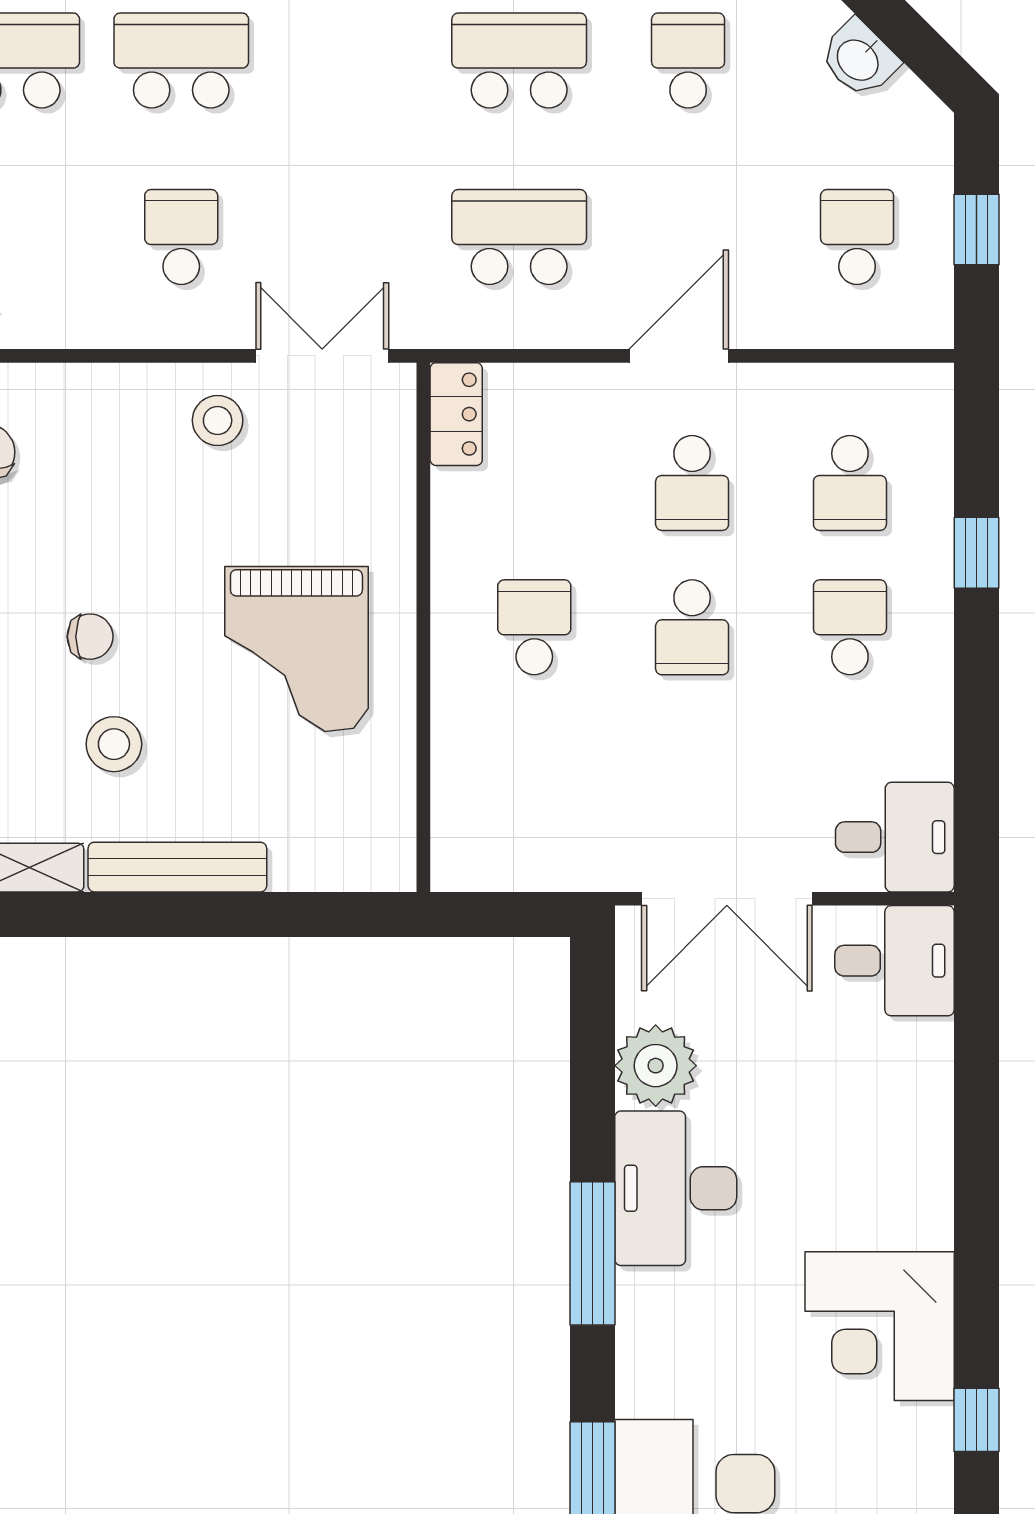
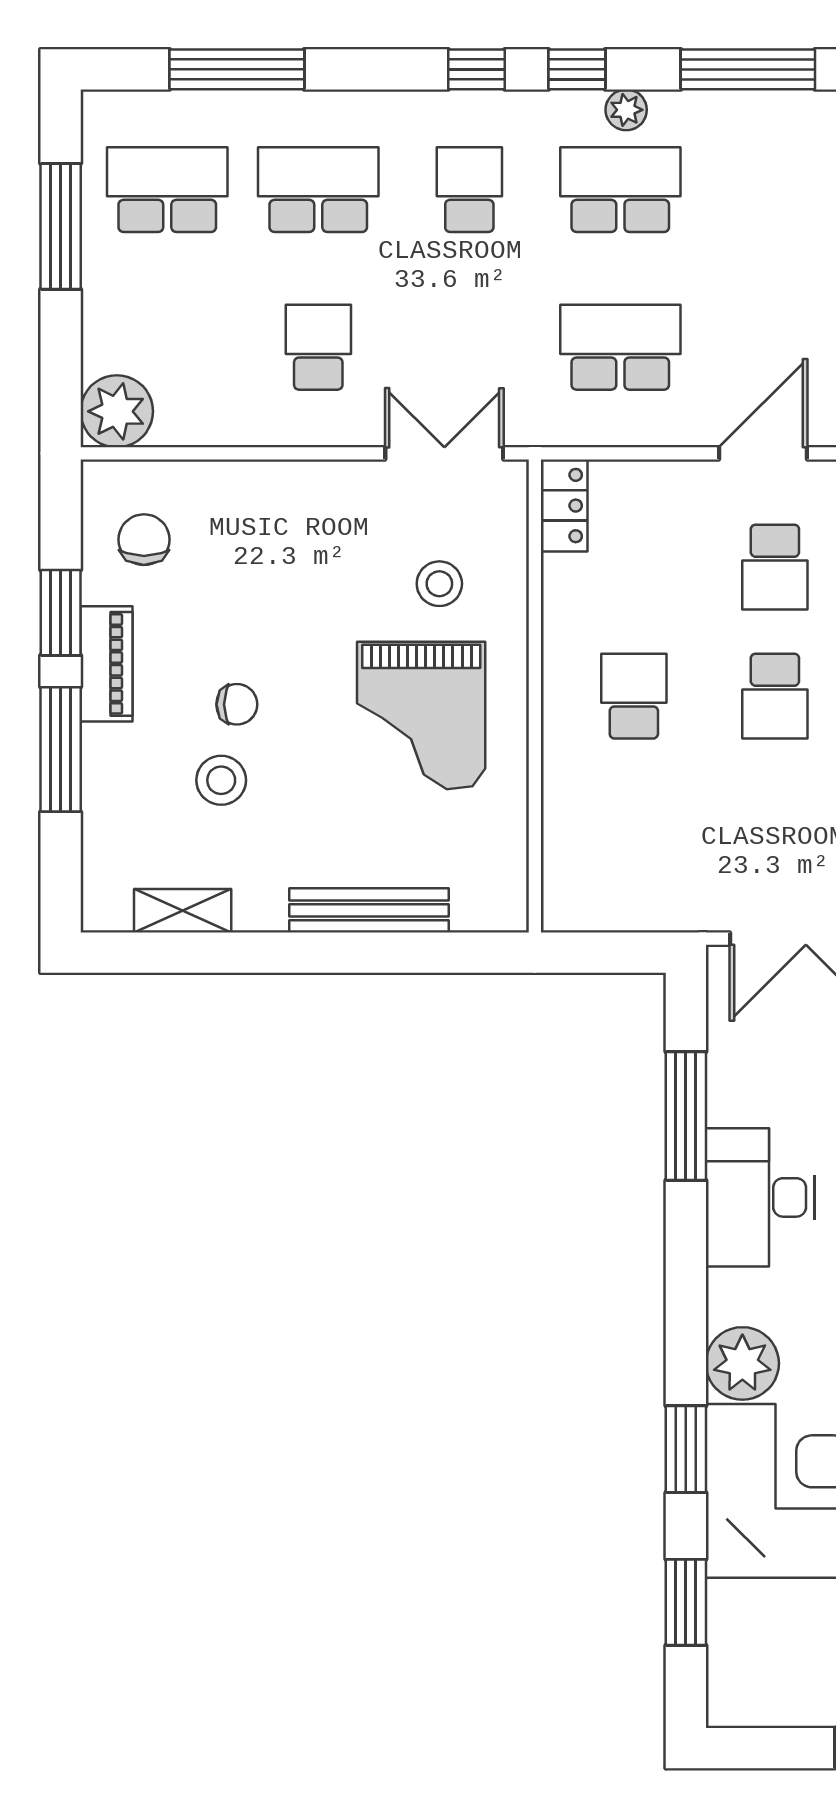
school desk: (688, 61) -> (469, 190), moved
stool: (218, 420) -> (439, 584), moved
stool: (114, 744) -> (221, 780), moved
bench: (177, 867) -> (369, 910), moved
plant: (656, 1066) -> (742, 1363), moved
window: (592, 1253) -> (686, 1116), moved

